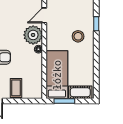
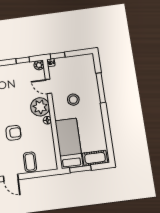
door: (44, 15) -> (48, 86), hinge flipped
window: (96, 24) -> (101, 88), width x2.17
stool: (78, 36) -> (73, 100), moved

